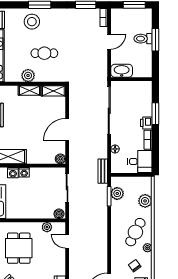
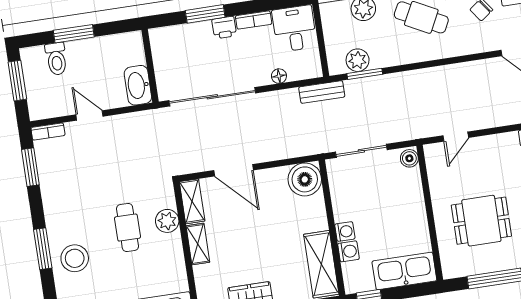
toilet: (143, 39) -> (56, 59), moved
plant: (28, 76) -> (167, 221), moved
door: (67, 130) -> (234, 170), moved
boiler: (60, 159) -> (305, 179), width x1.86, depth x1.86
plant: (47, 227) -> (436, 176), removed

